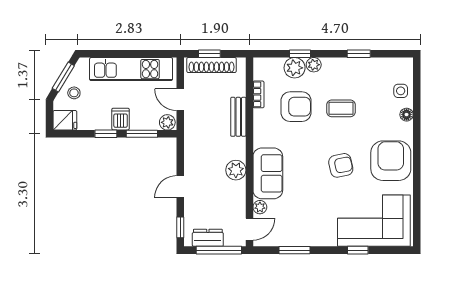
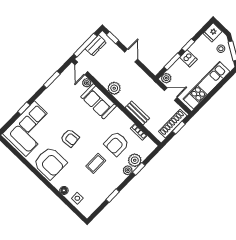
armchair: (341, 165) -> (70, 138), turned -83

